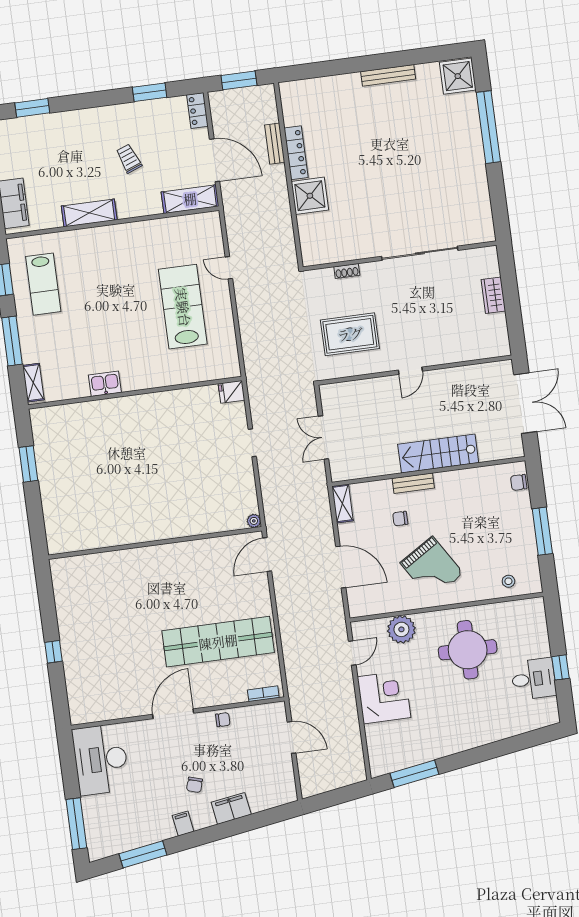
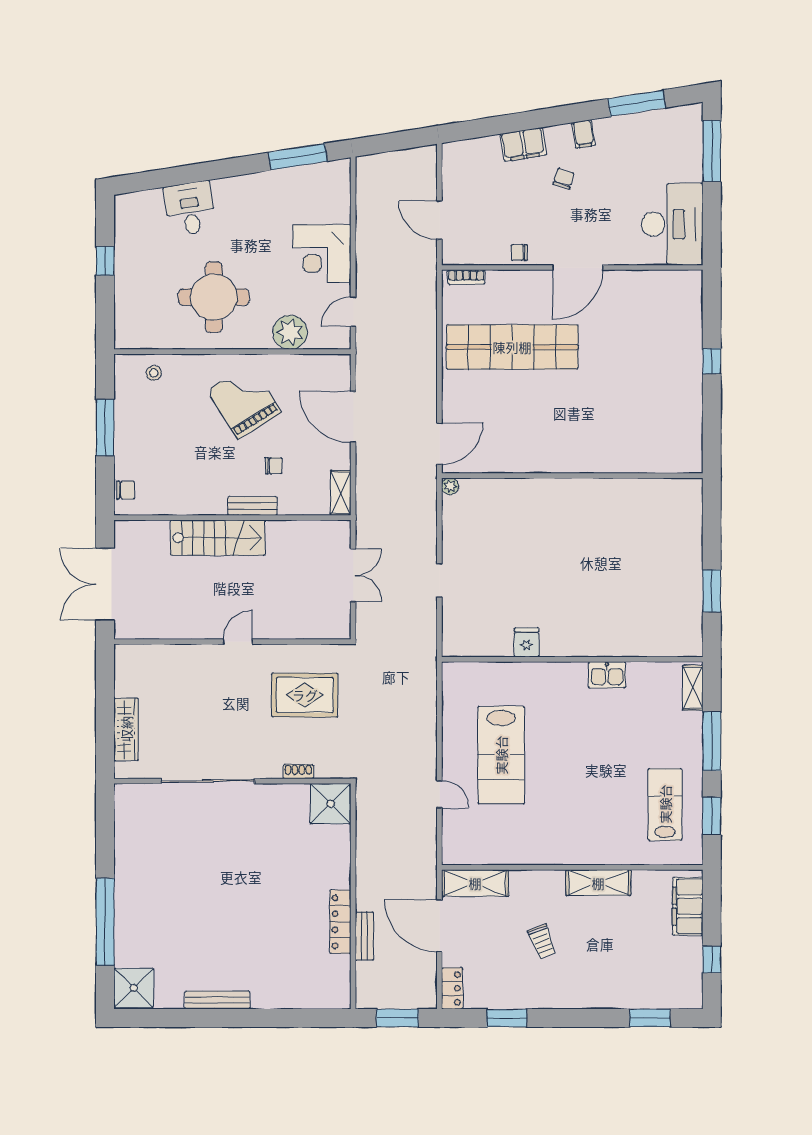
shower: (310, 196) -> (331, 804), moved
wardrobe: (493, 295) -> (126, 729), width x1.50
fridge: (231, 392) -> (527, 643), moved, turned -90
desk: (534, 679) -> (190, 209), moved, turned 81

